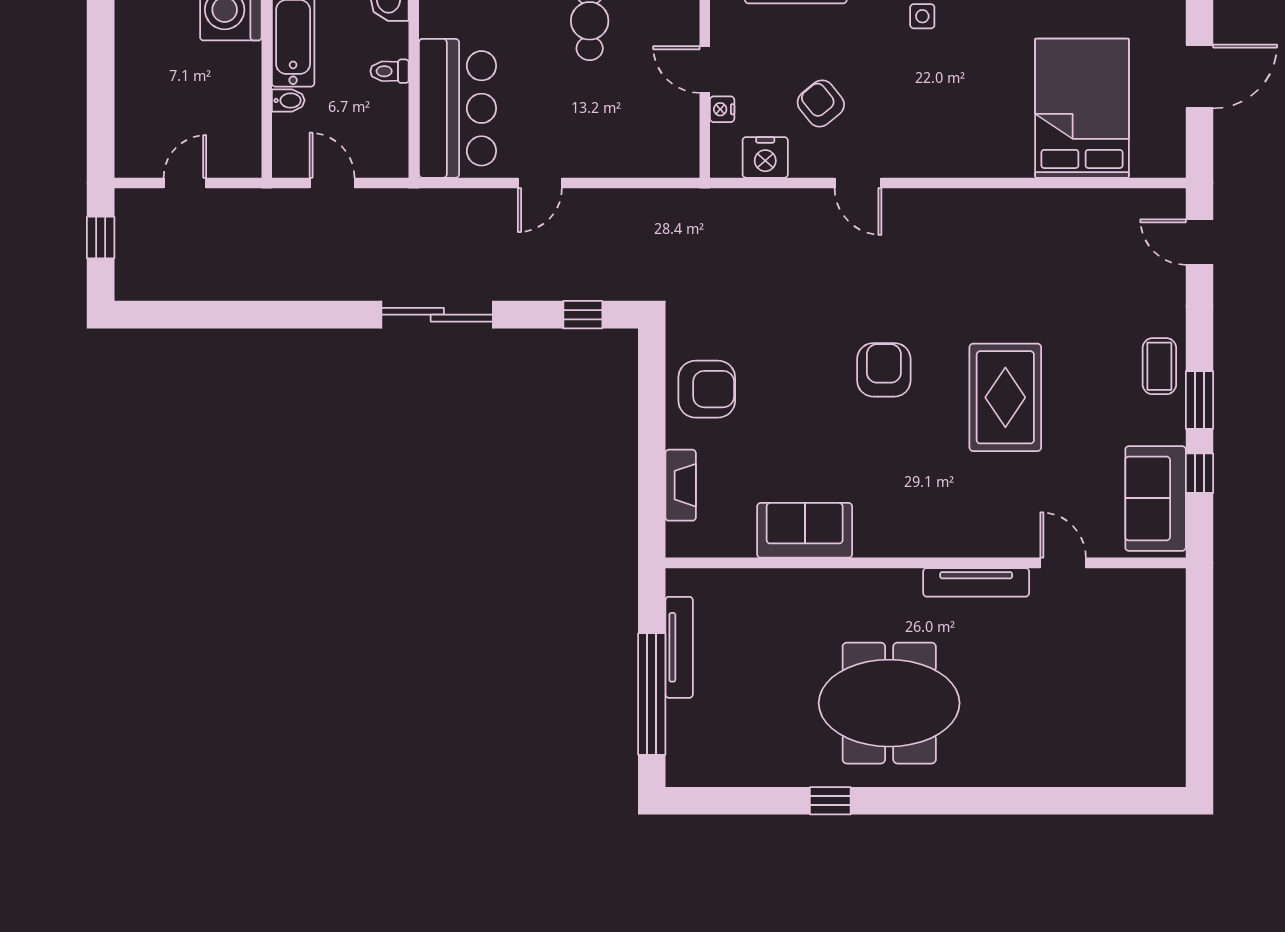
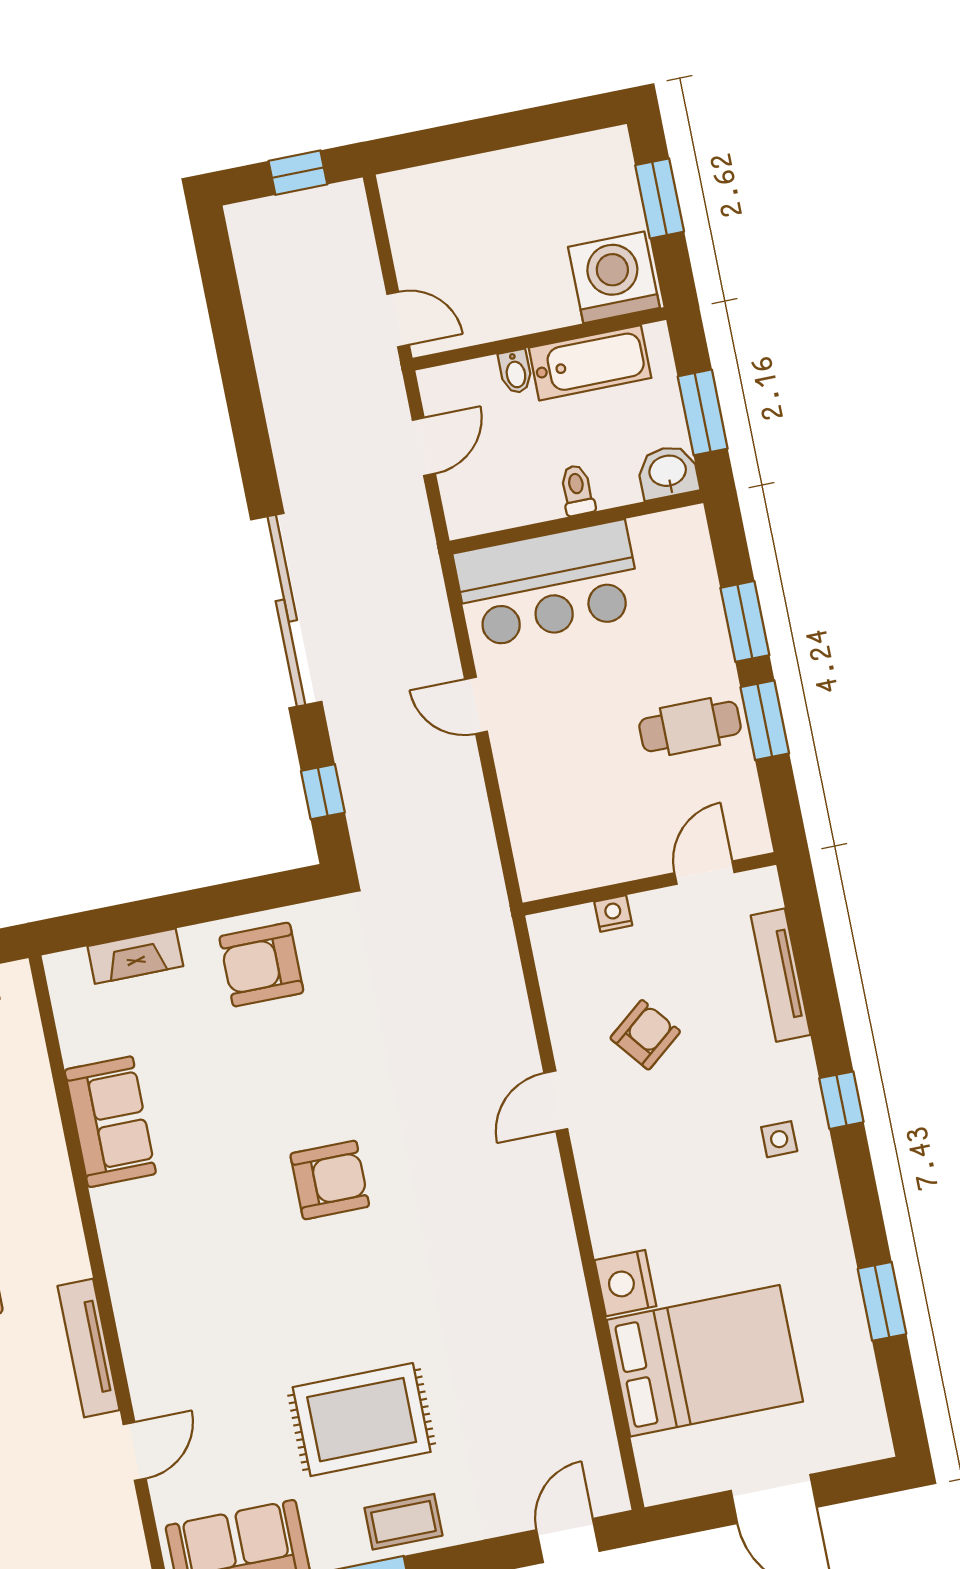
door: (705, 70) -> (704, 873), moved
nightstand: (765, 157) -> (625, 1283), moved
door: (185, 183) -> (398, 319), moved
sliding door: (437, 315) -> (286, 611), width x1.36
armchair: (707, 389) -> (261, 965), turned 90
rug: (1005, 397) -> (362, 1420), moved

